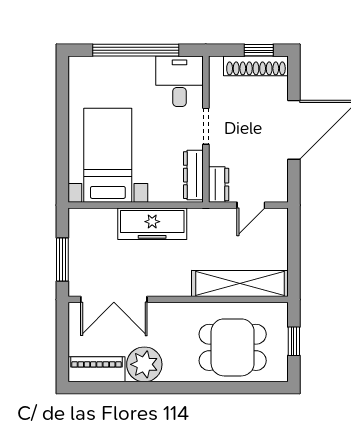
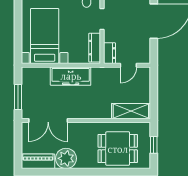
shelving: (240, 284) -> (131, 111), width x0.68

